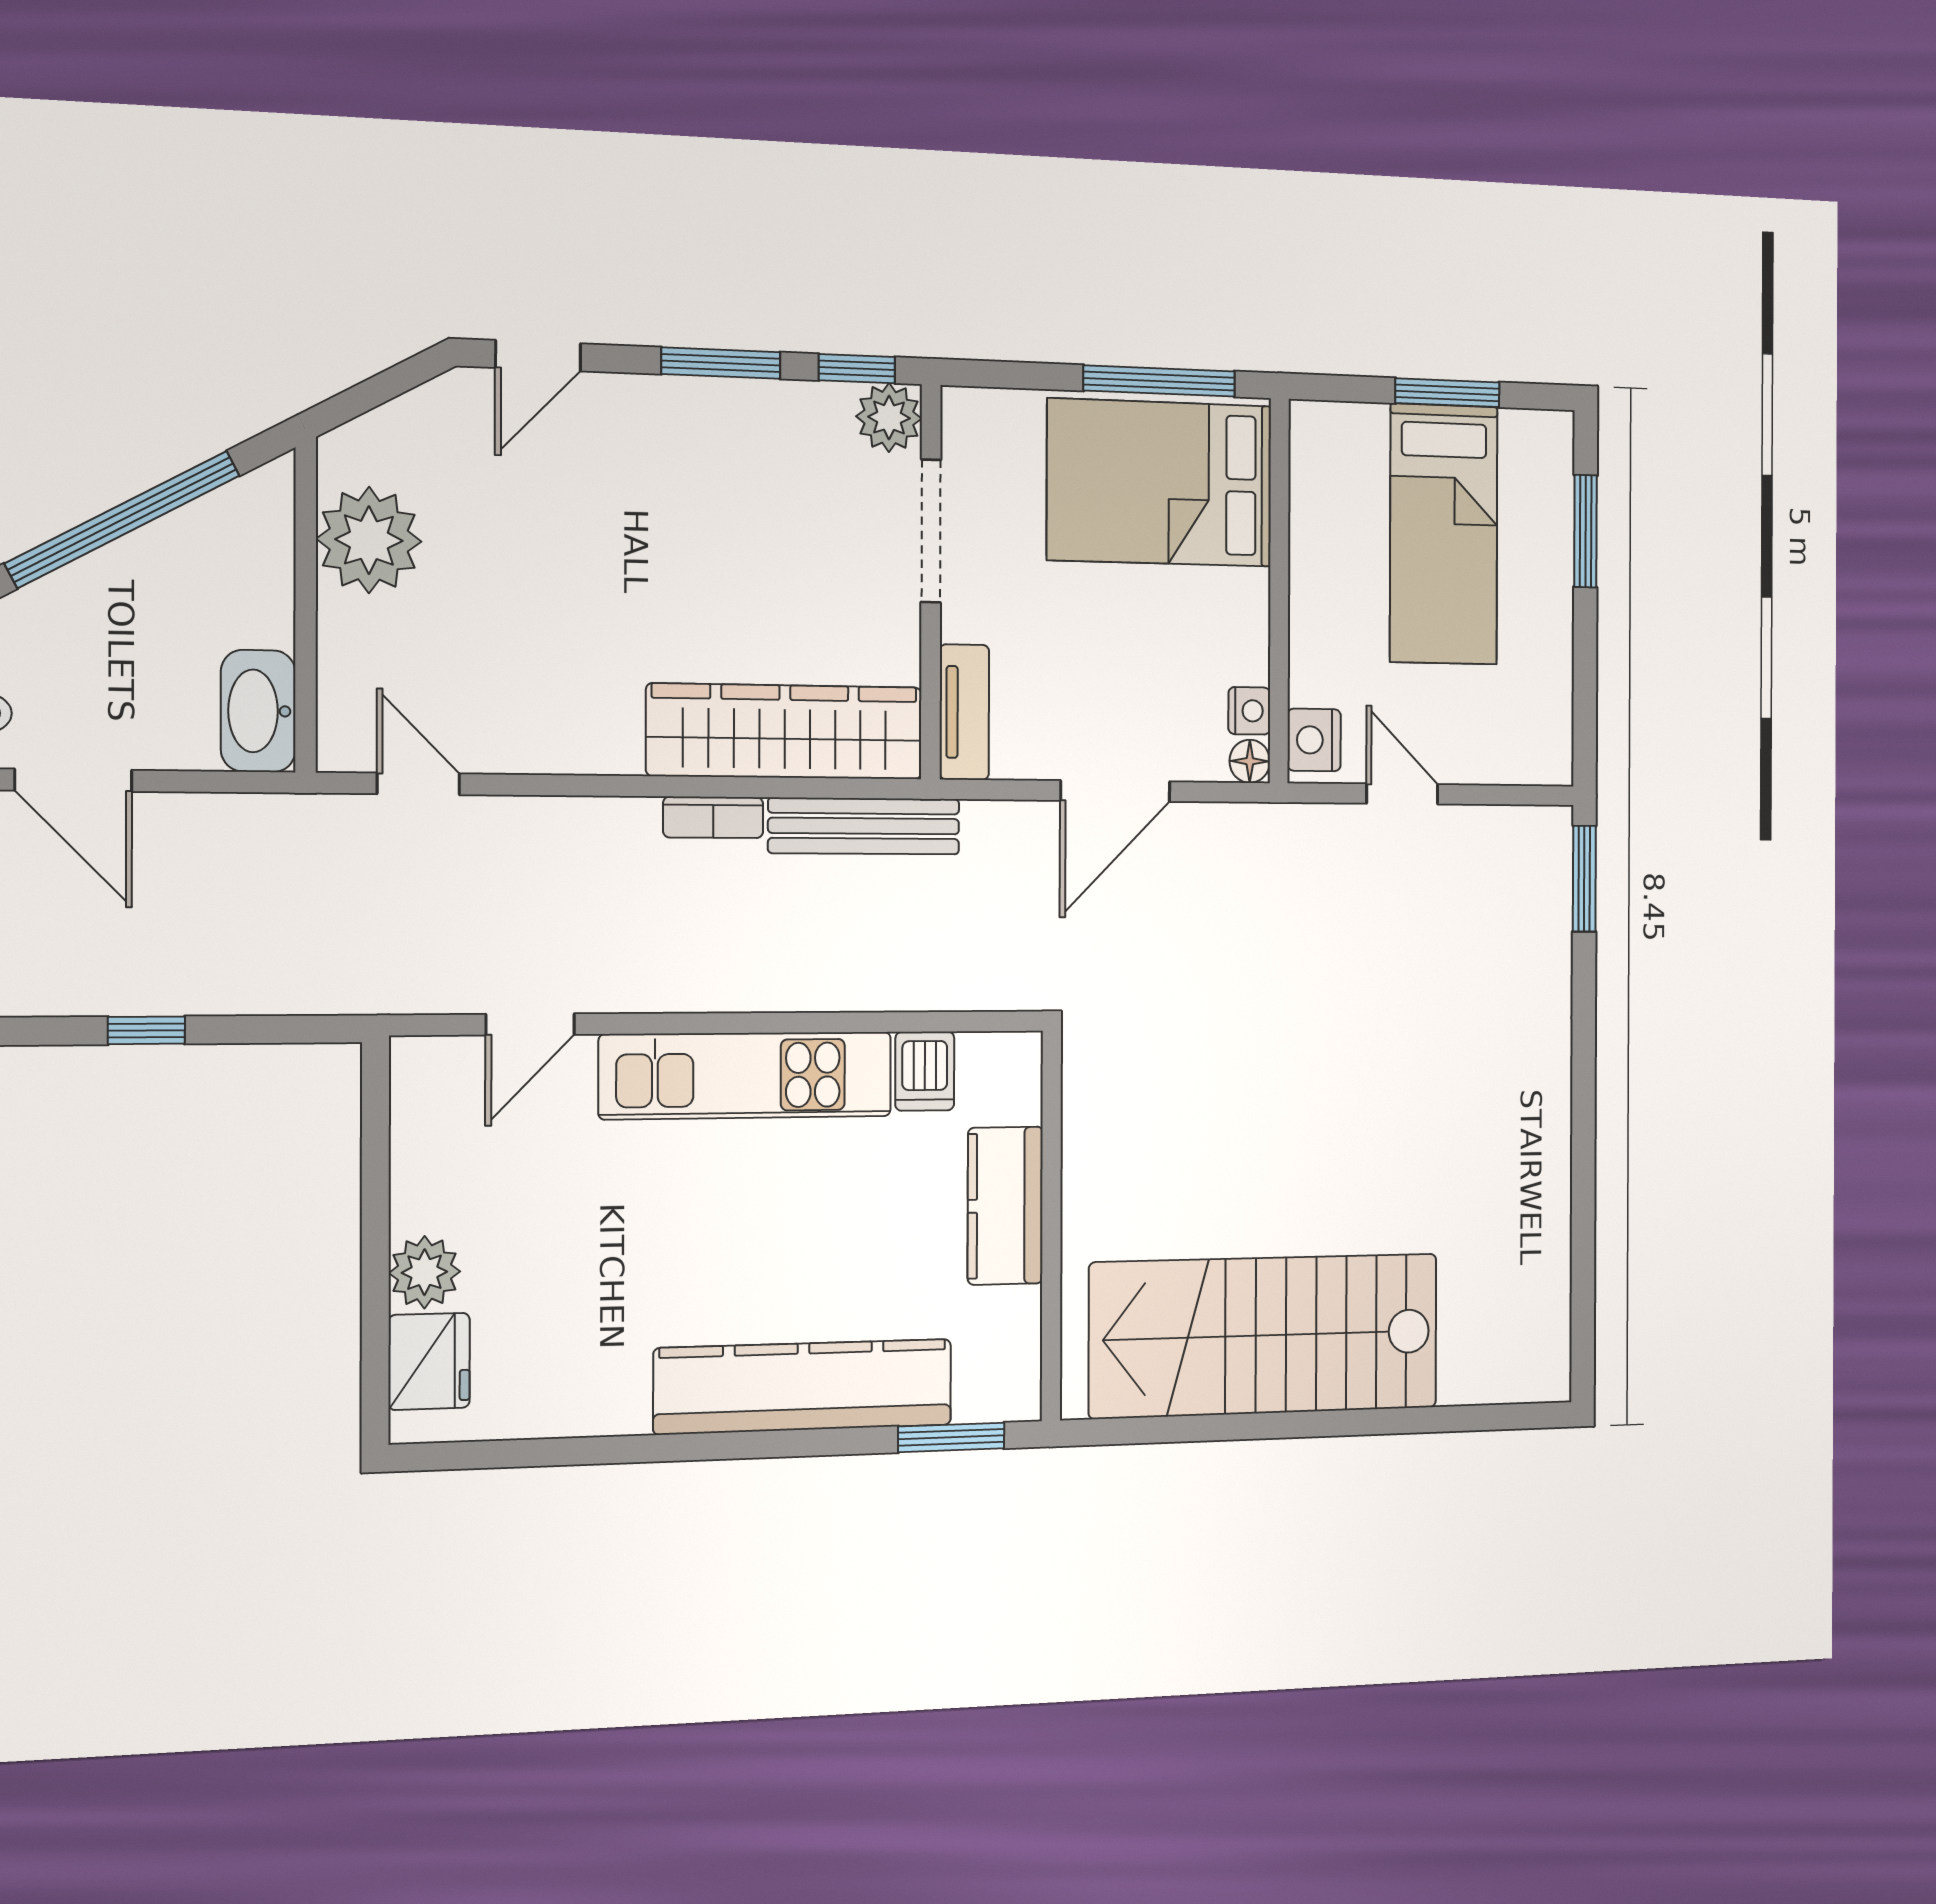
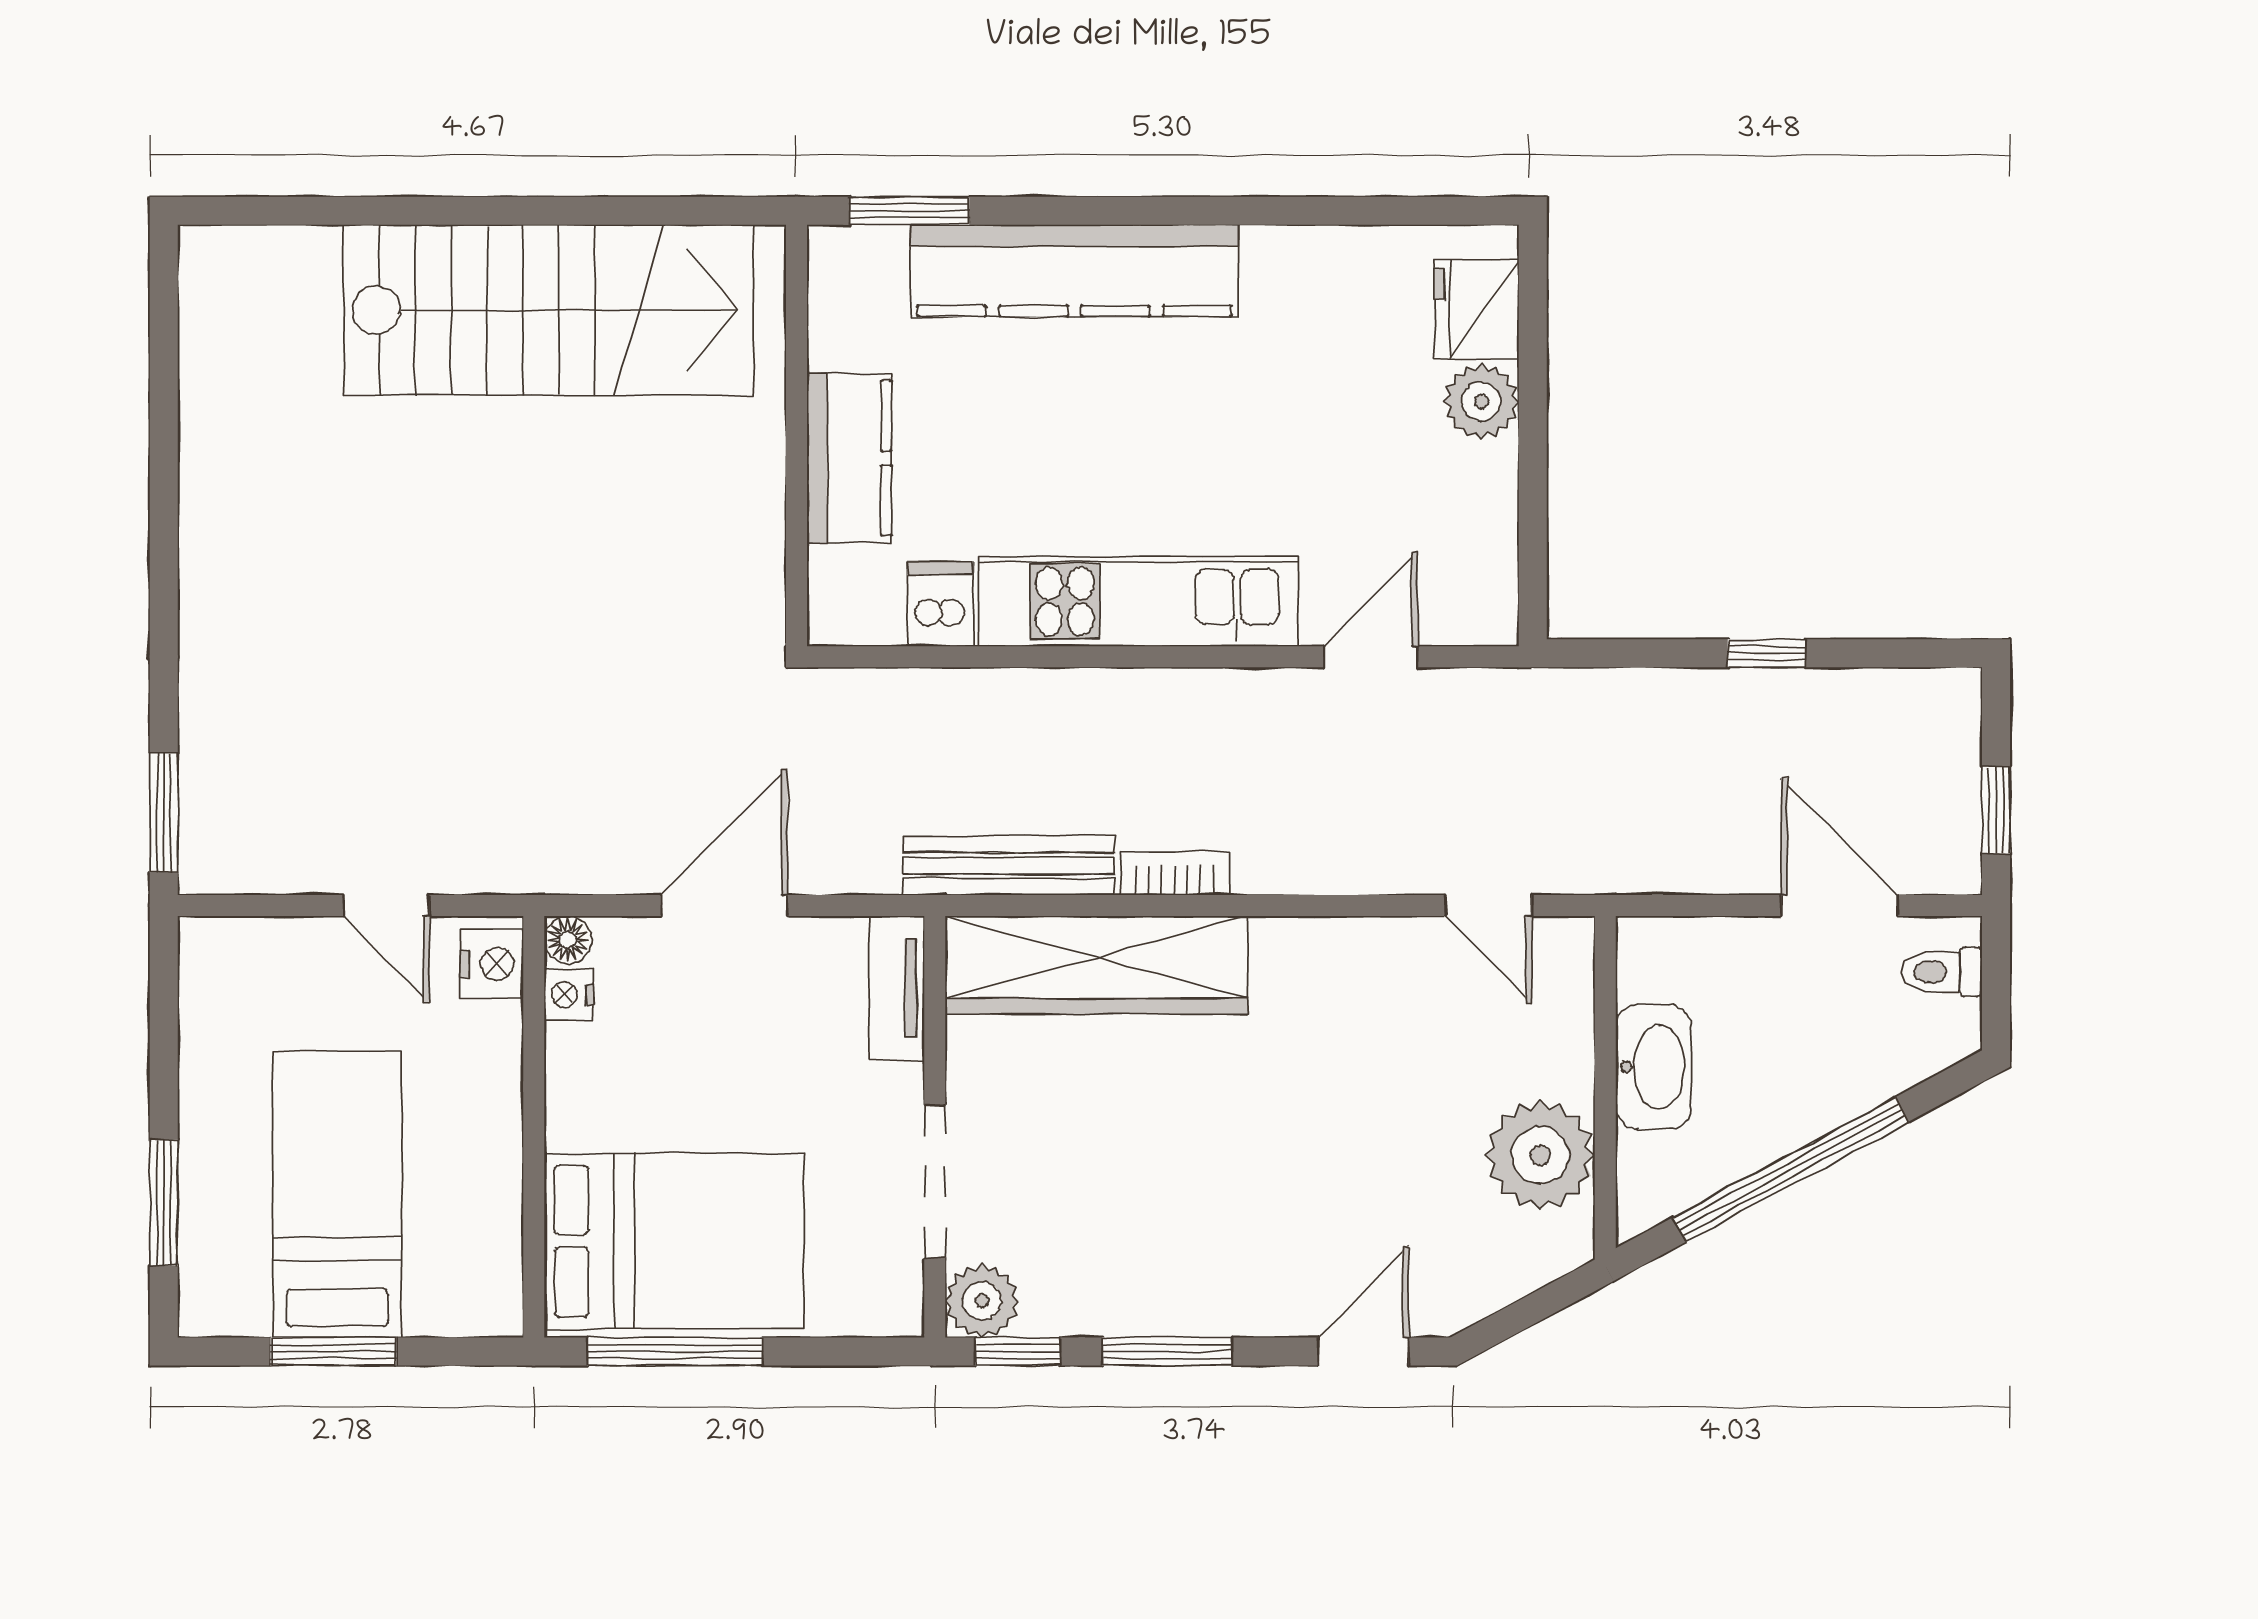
washbasin: (258, 711) -> (1654, 1067), moved

